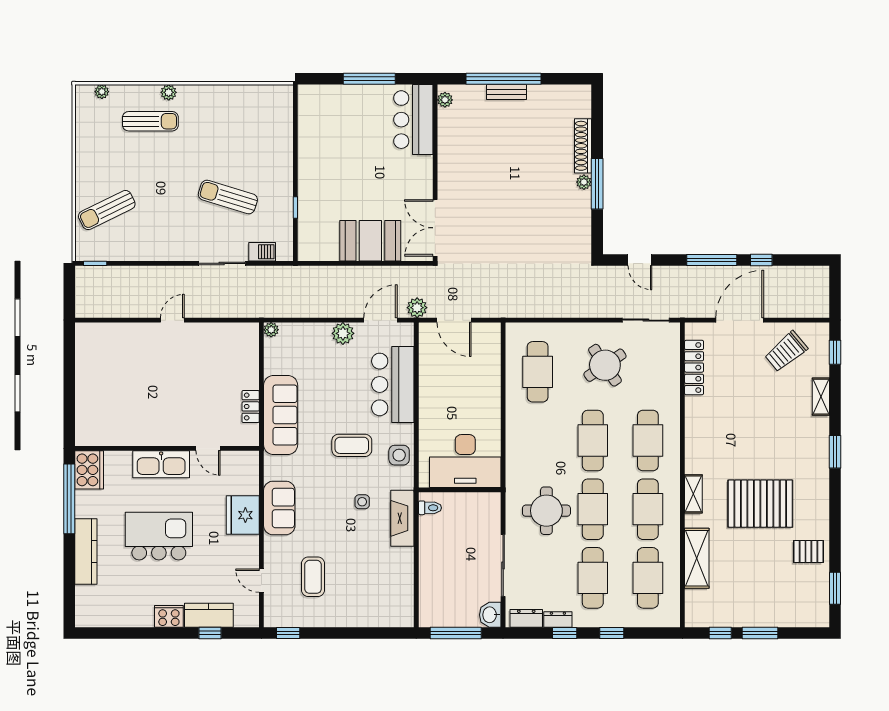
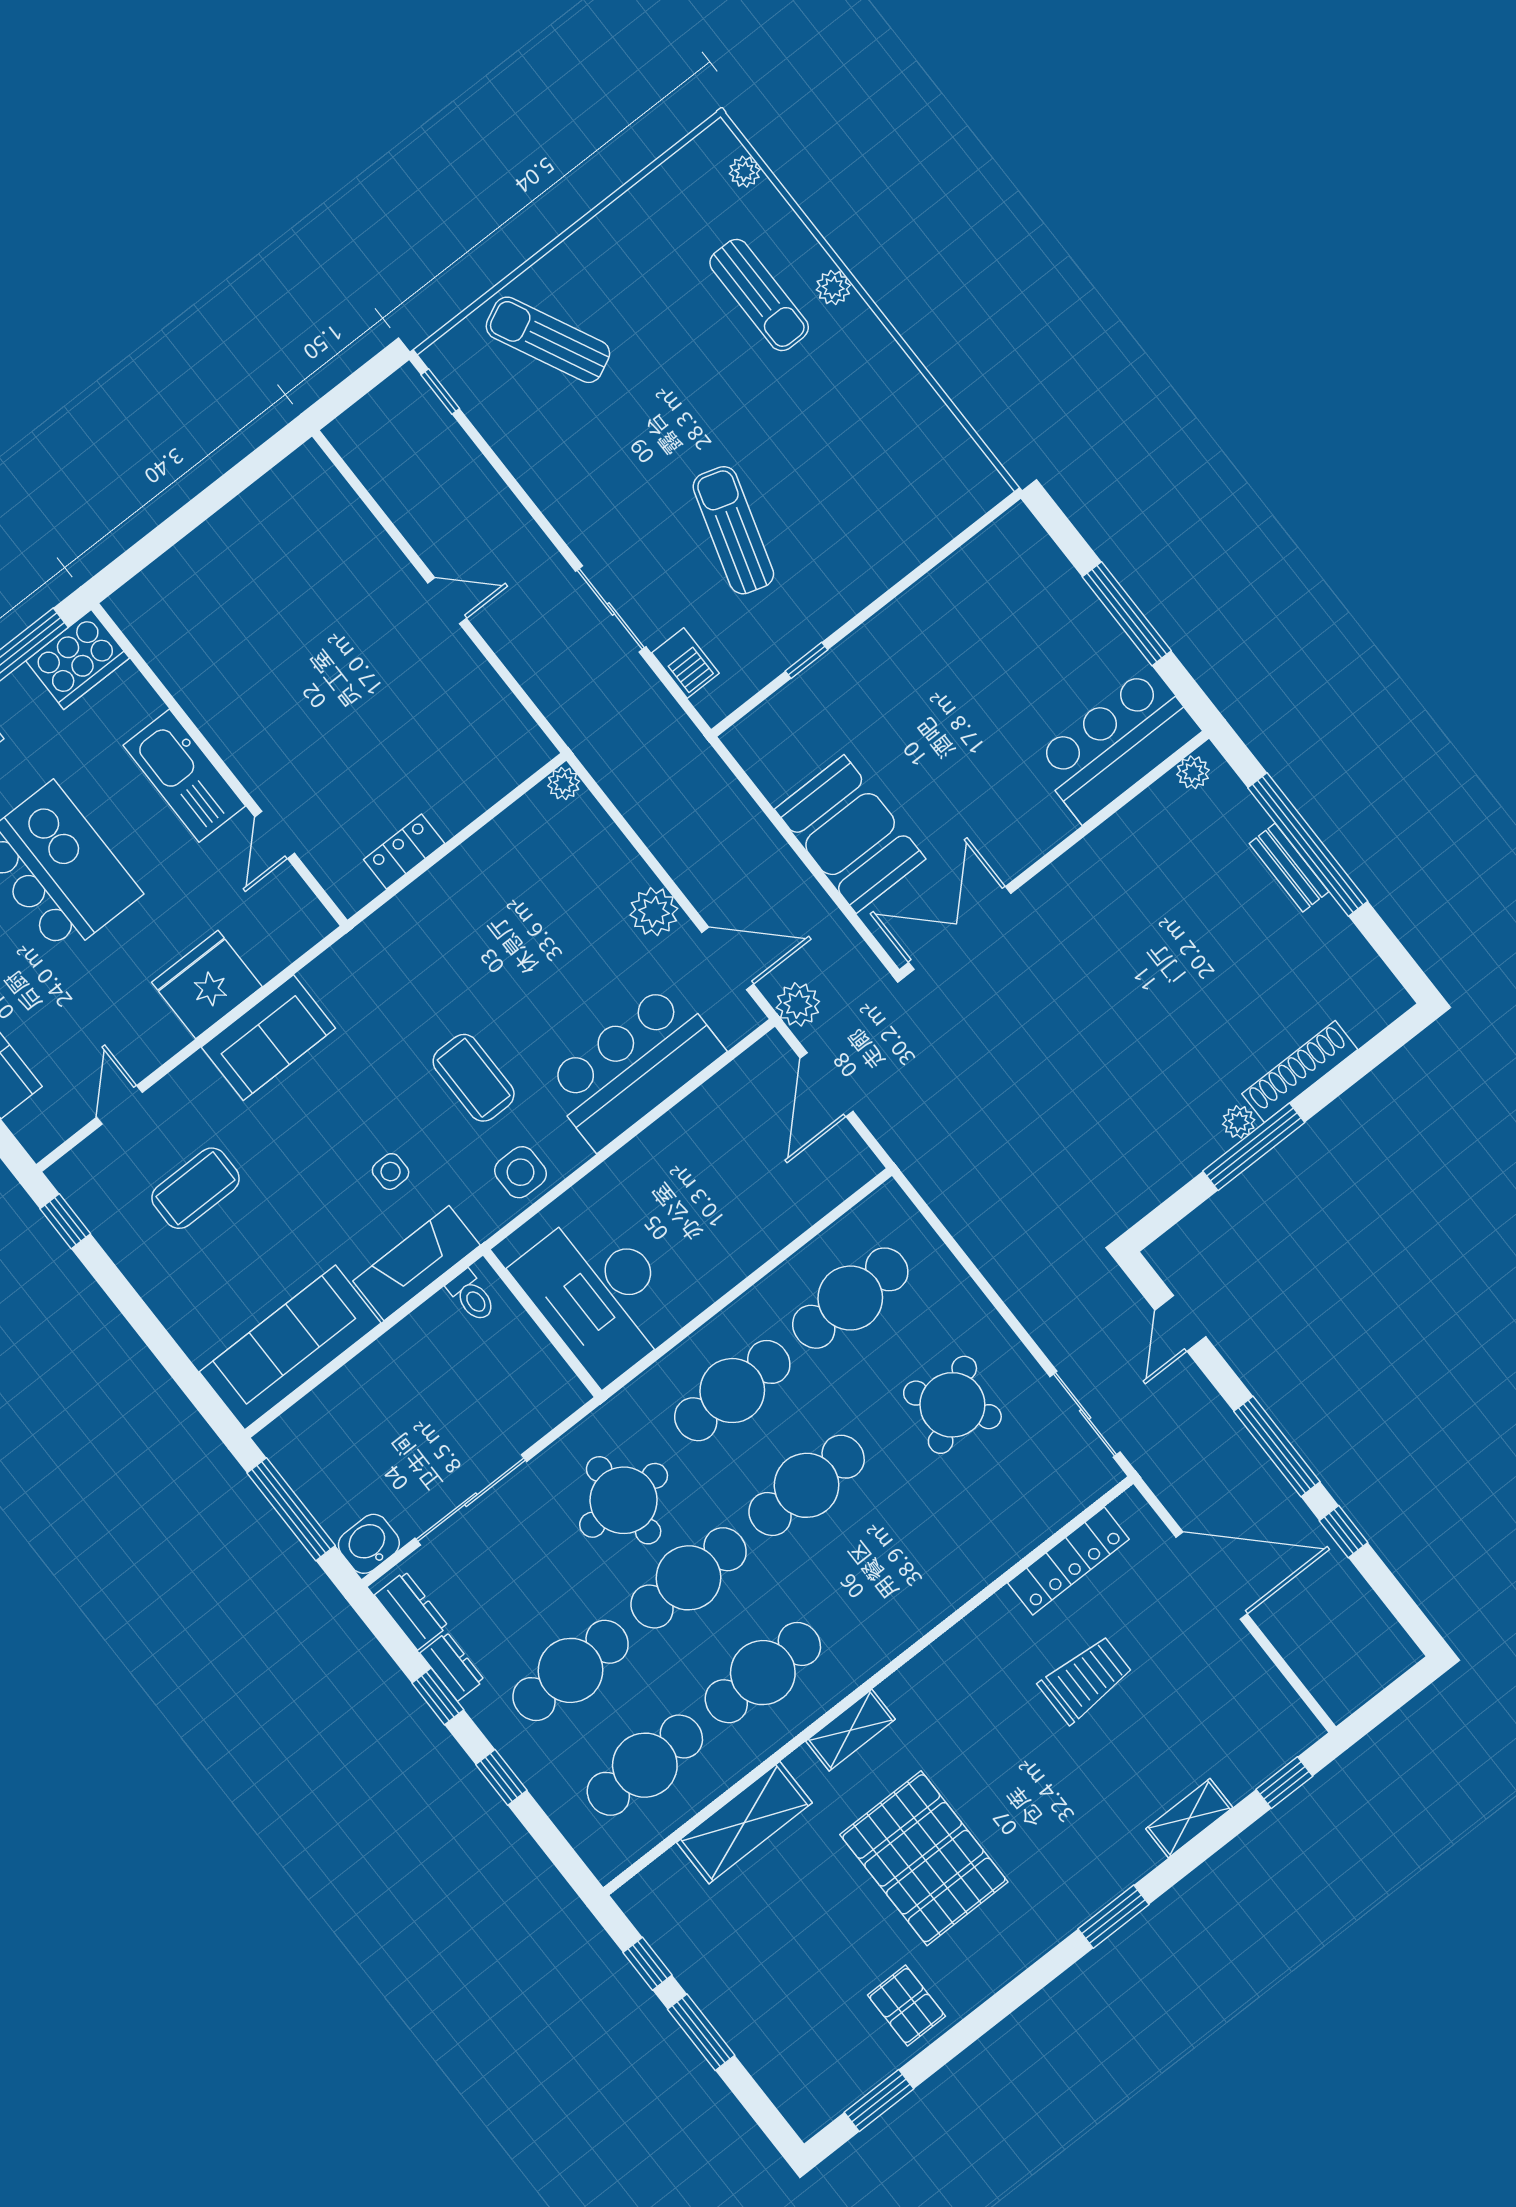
trolley: (786, 351) -> (1086, 1679), moved, turned 130
sofa: (281, 415) -> (290, 1347), moved, turned 180
cafe table: (648, 441) -> (732, 1391), moved

